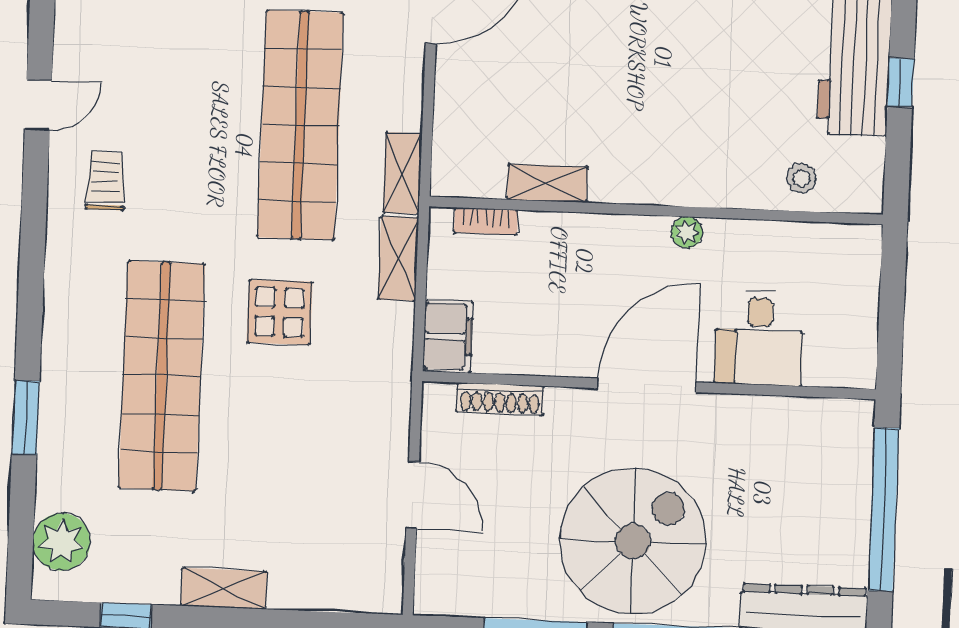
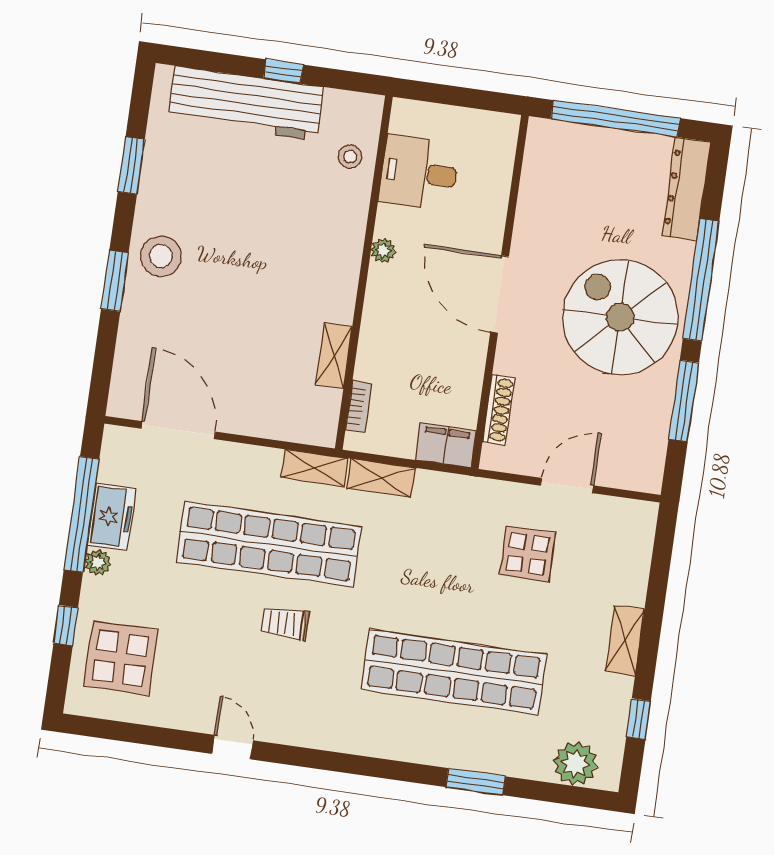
trolley: (105, 181) -> (285, 623), moved
display table: (280, 312) -> (527, 554), moved
desk: (759, 338) -> (419, 173), moved, turned 180

